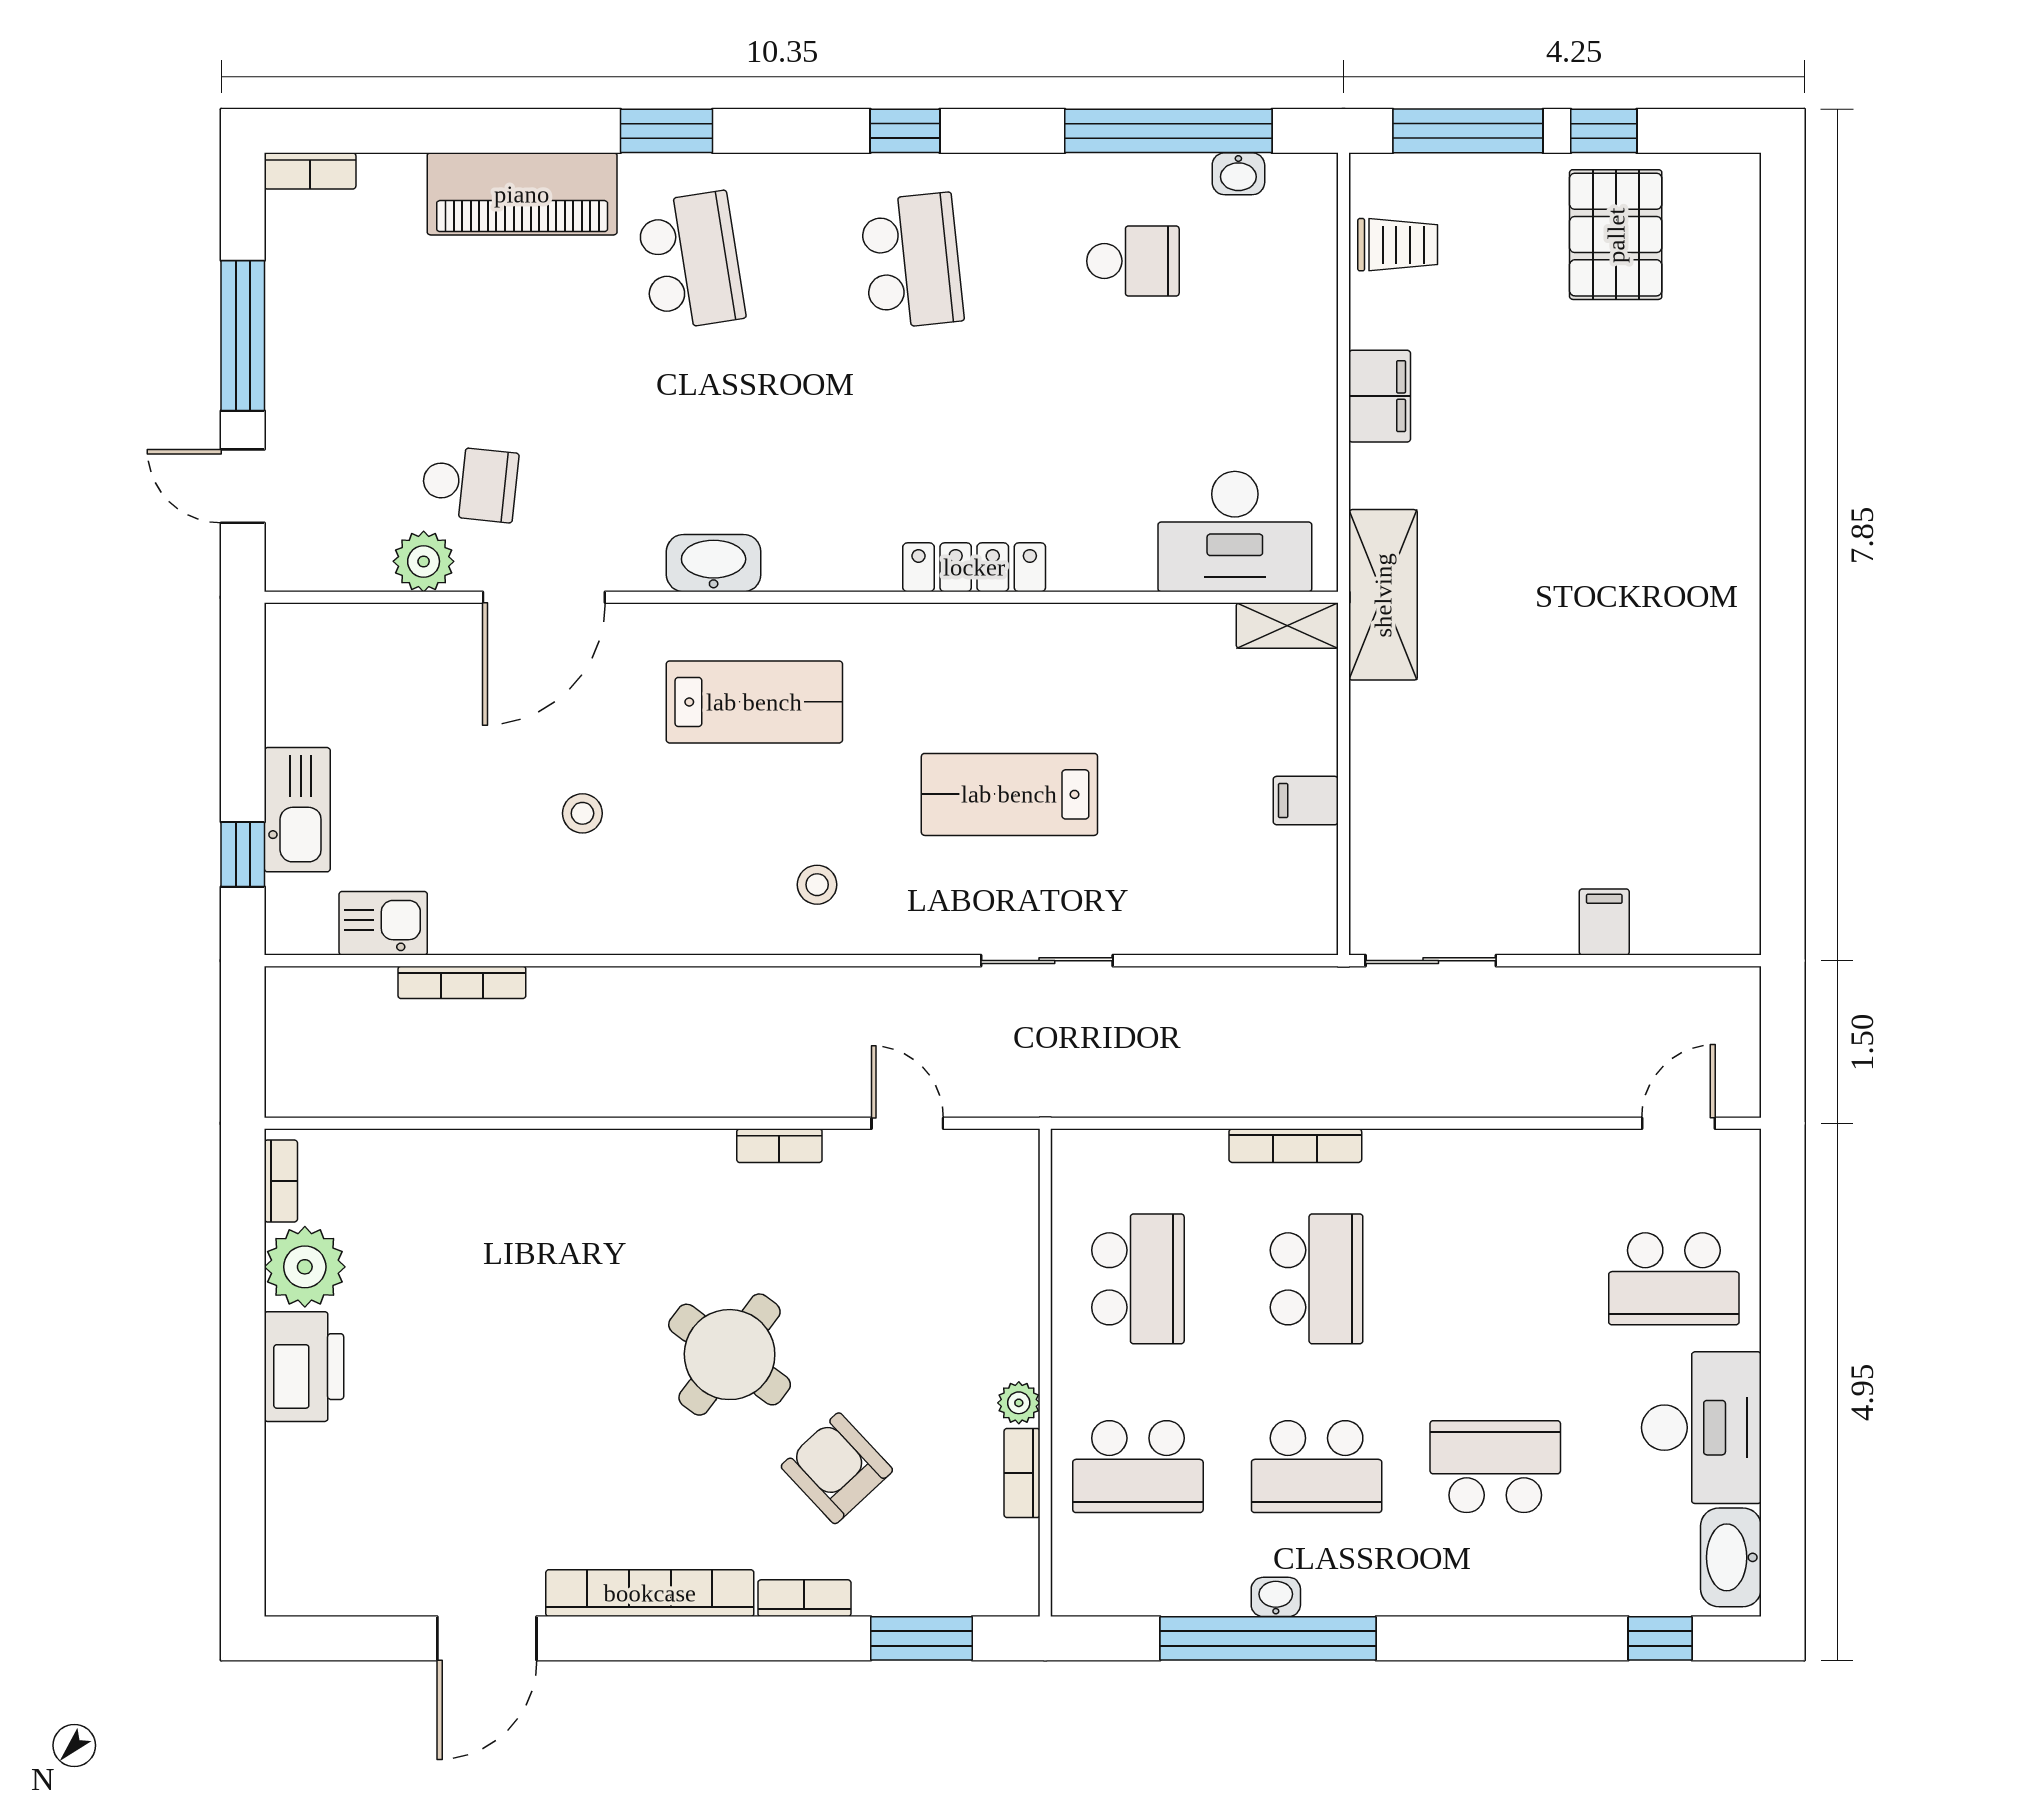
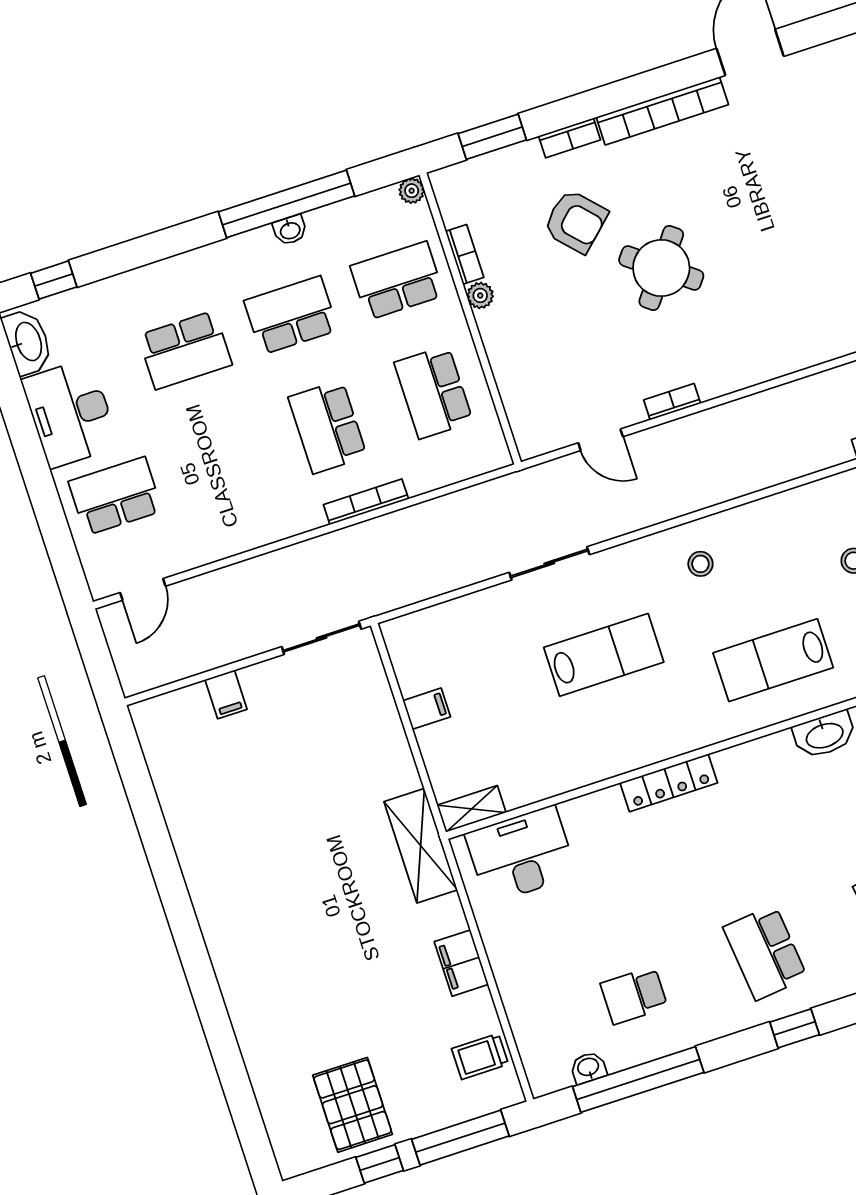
plant: (1071, 1596) -> (412, 191), added

